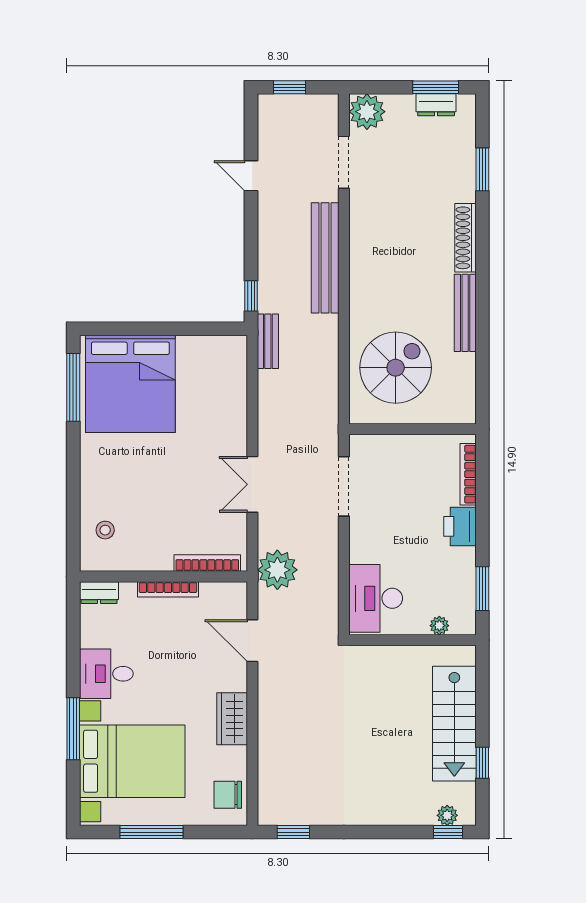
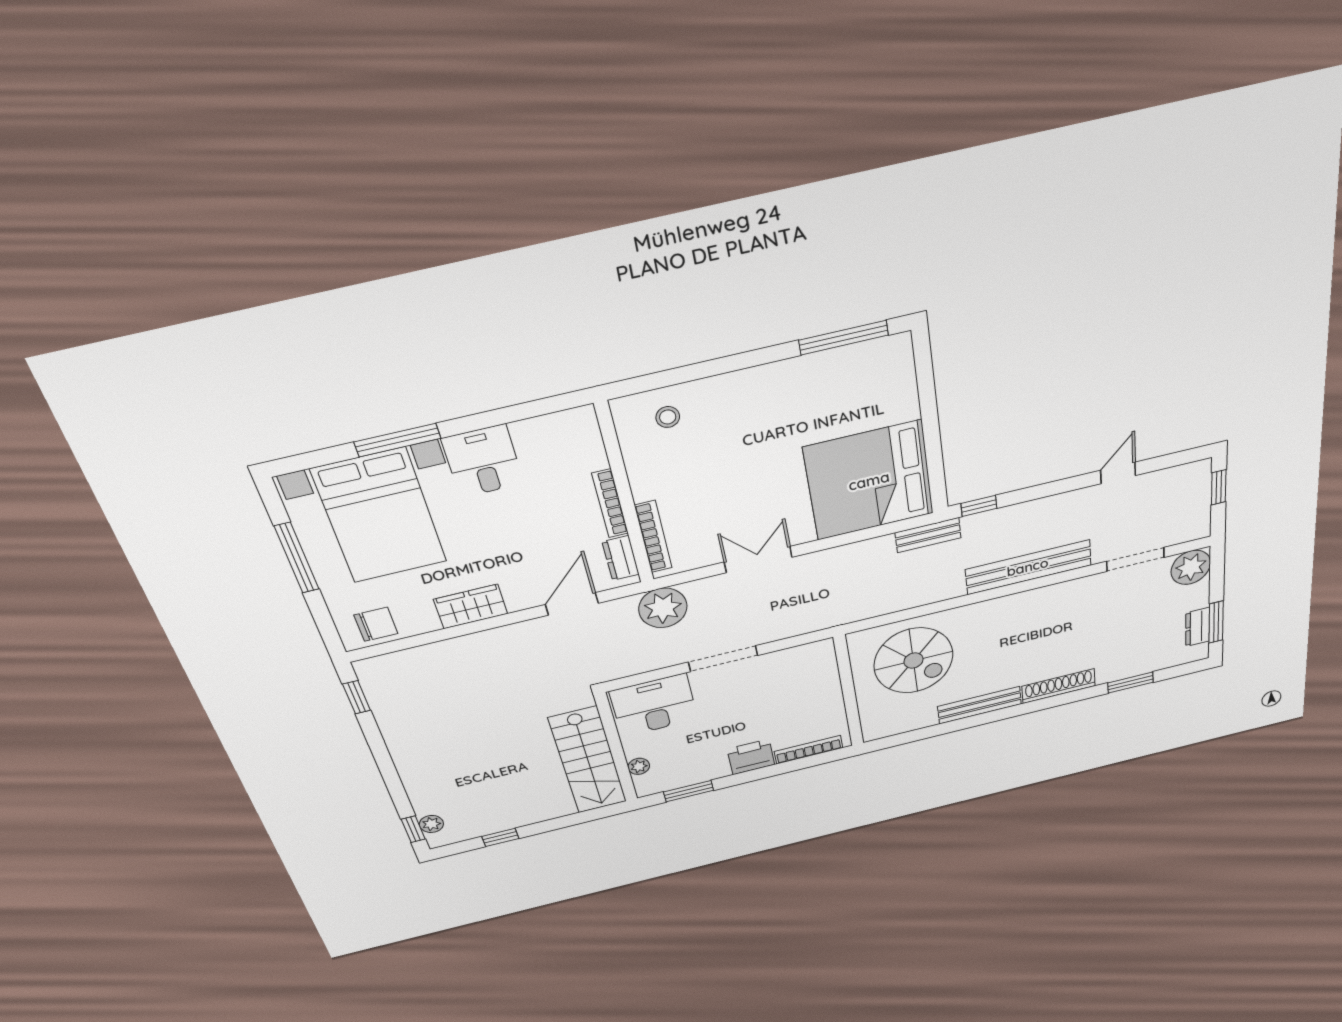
bed: (130, 384) -> (869, 481), moved
doorway: (344, 486) -> (723, 659), moved
dresser: (99, 593) -> (621, 558), moved
stairs: (454, 724) -> (588, 760), moved, turned -90
chair: (228, 795) -> (376, 624), turned 90

